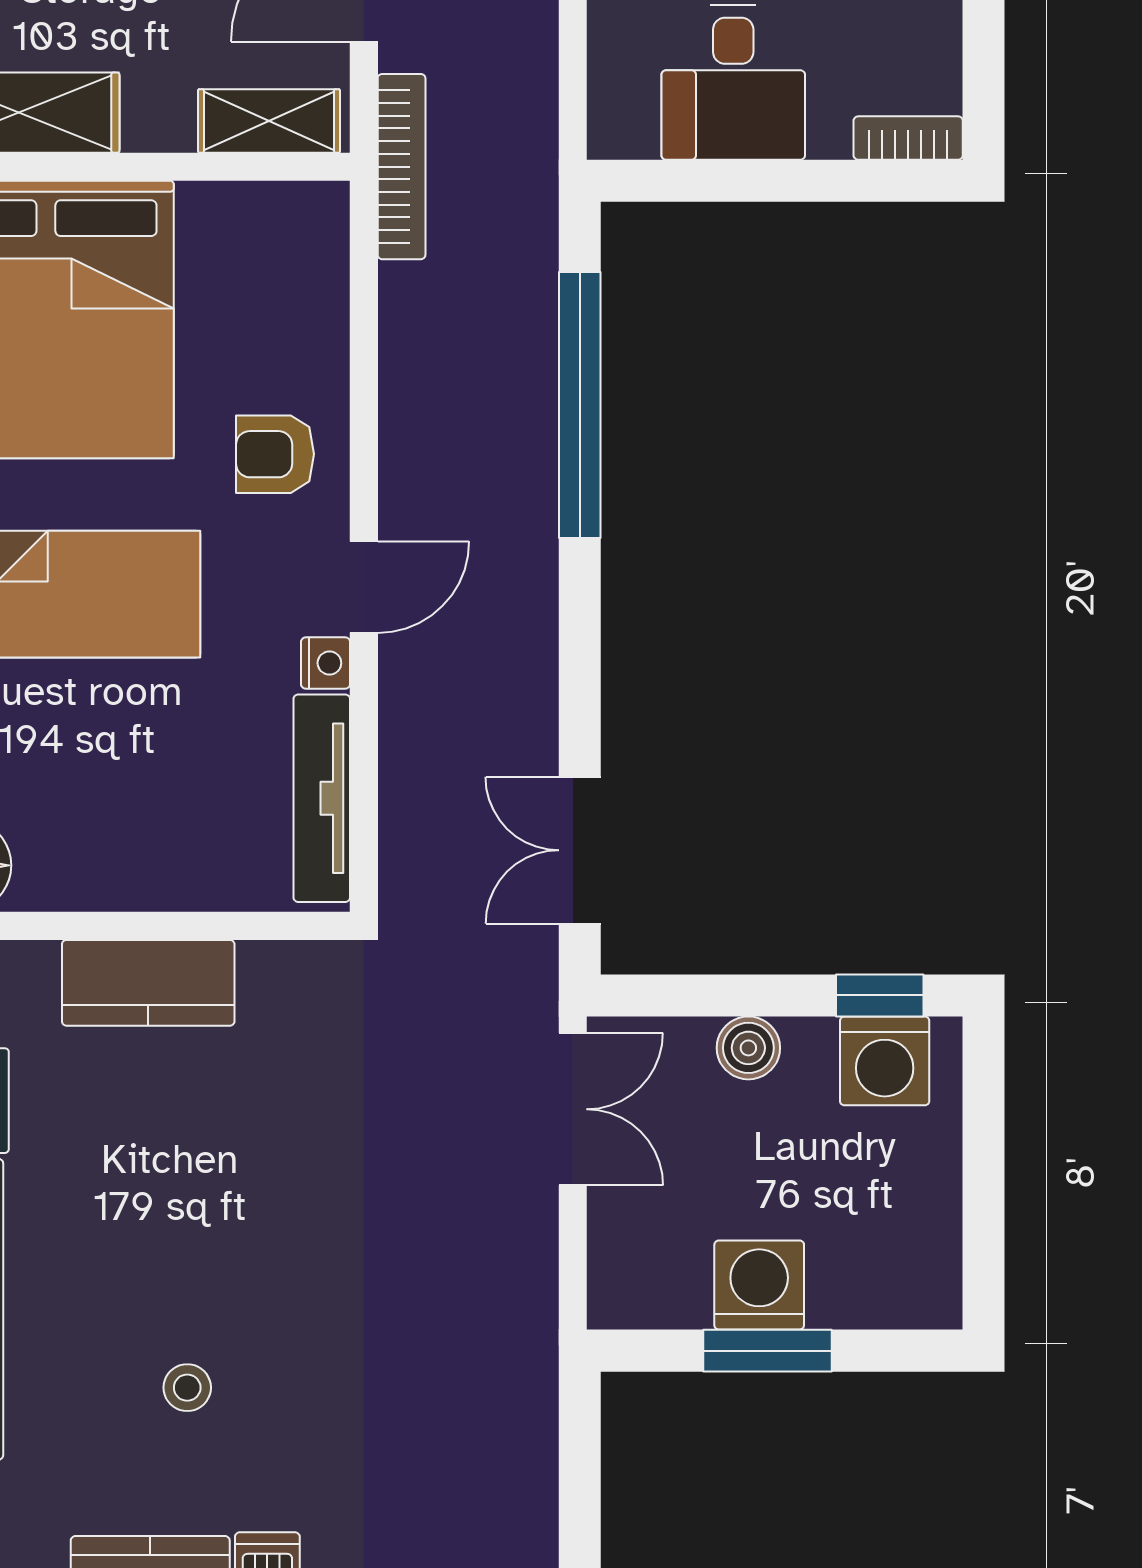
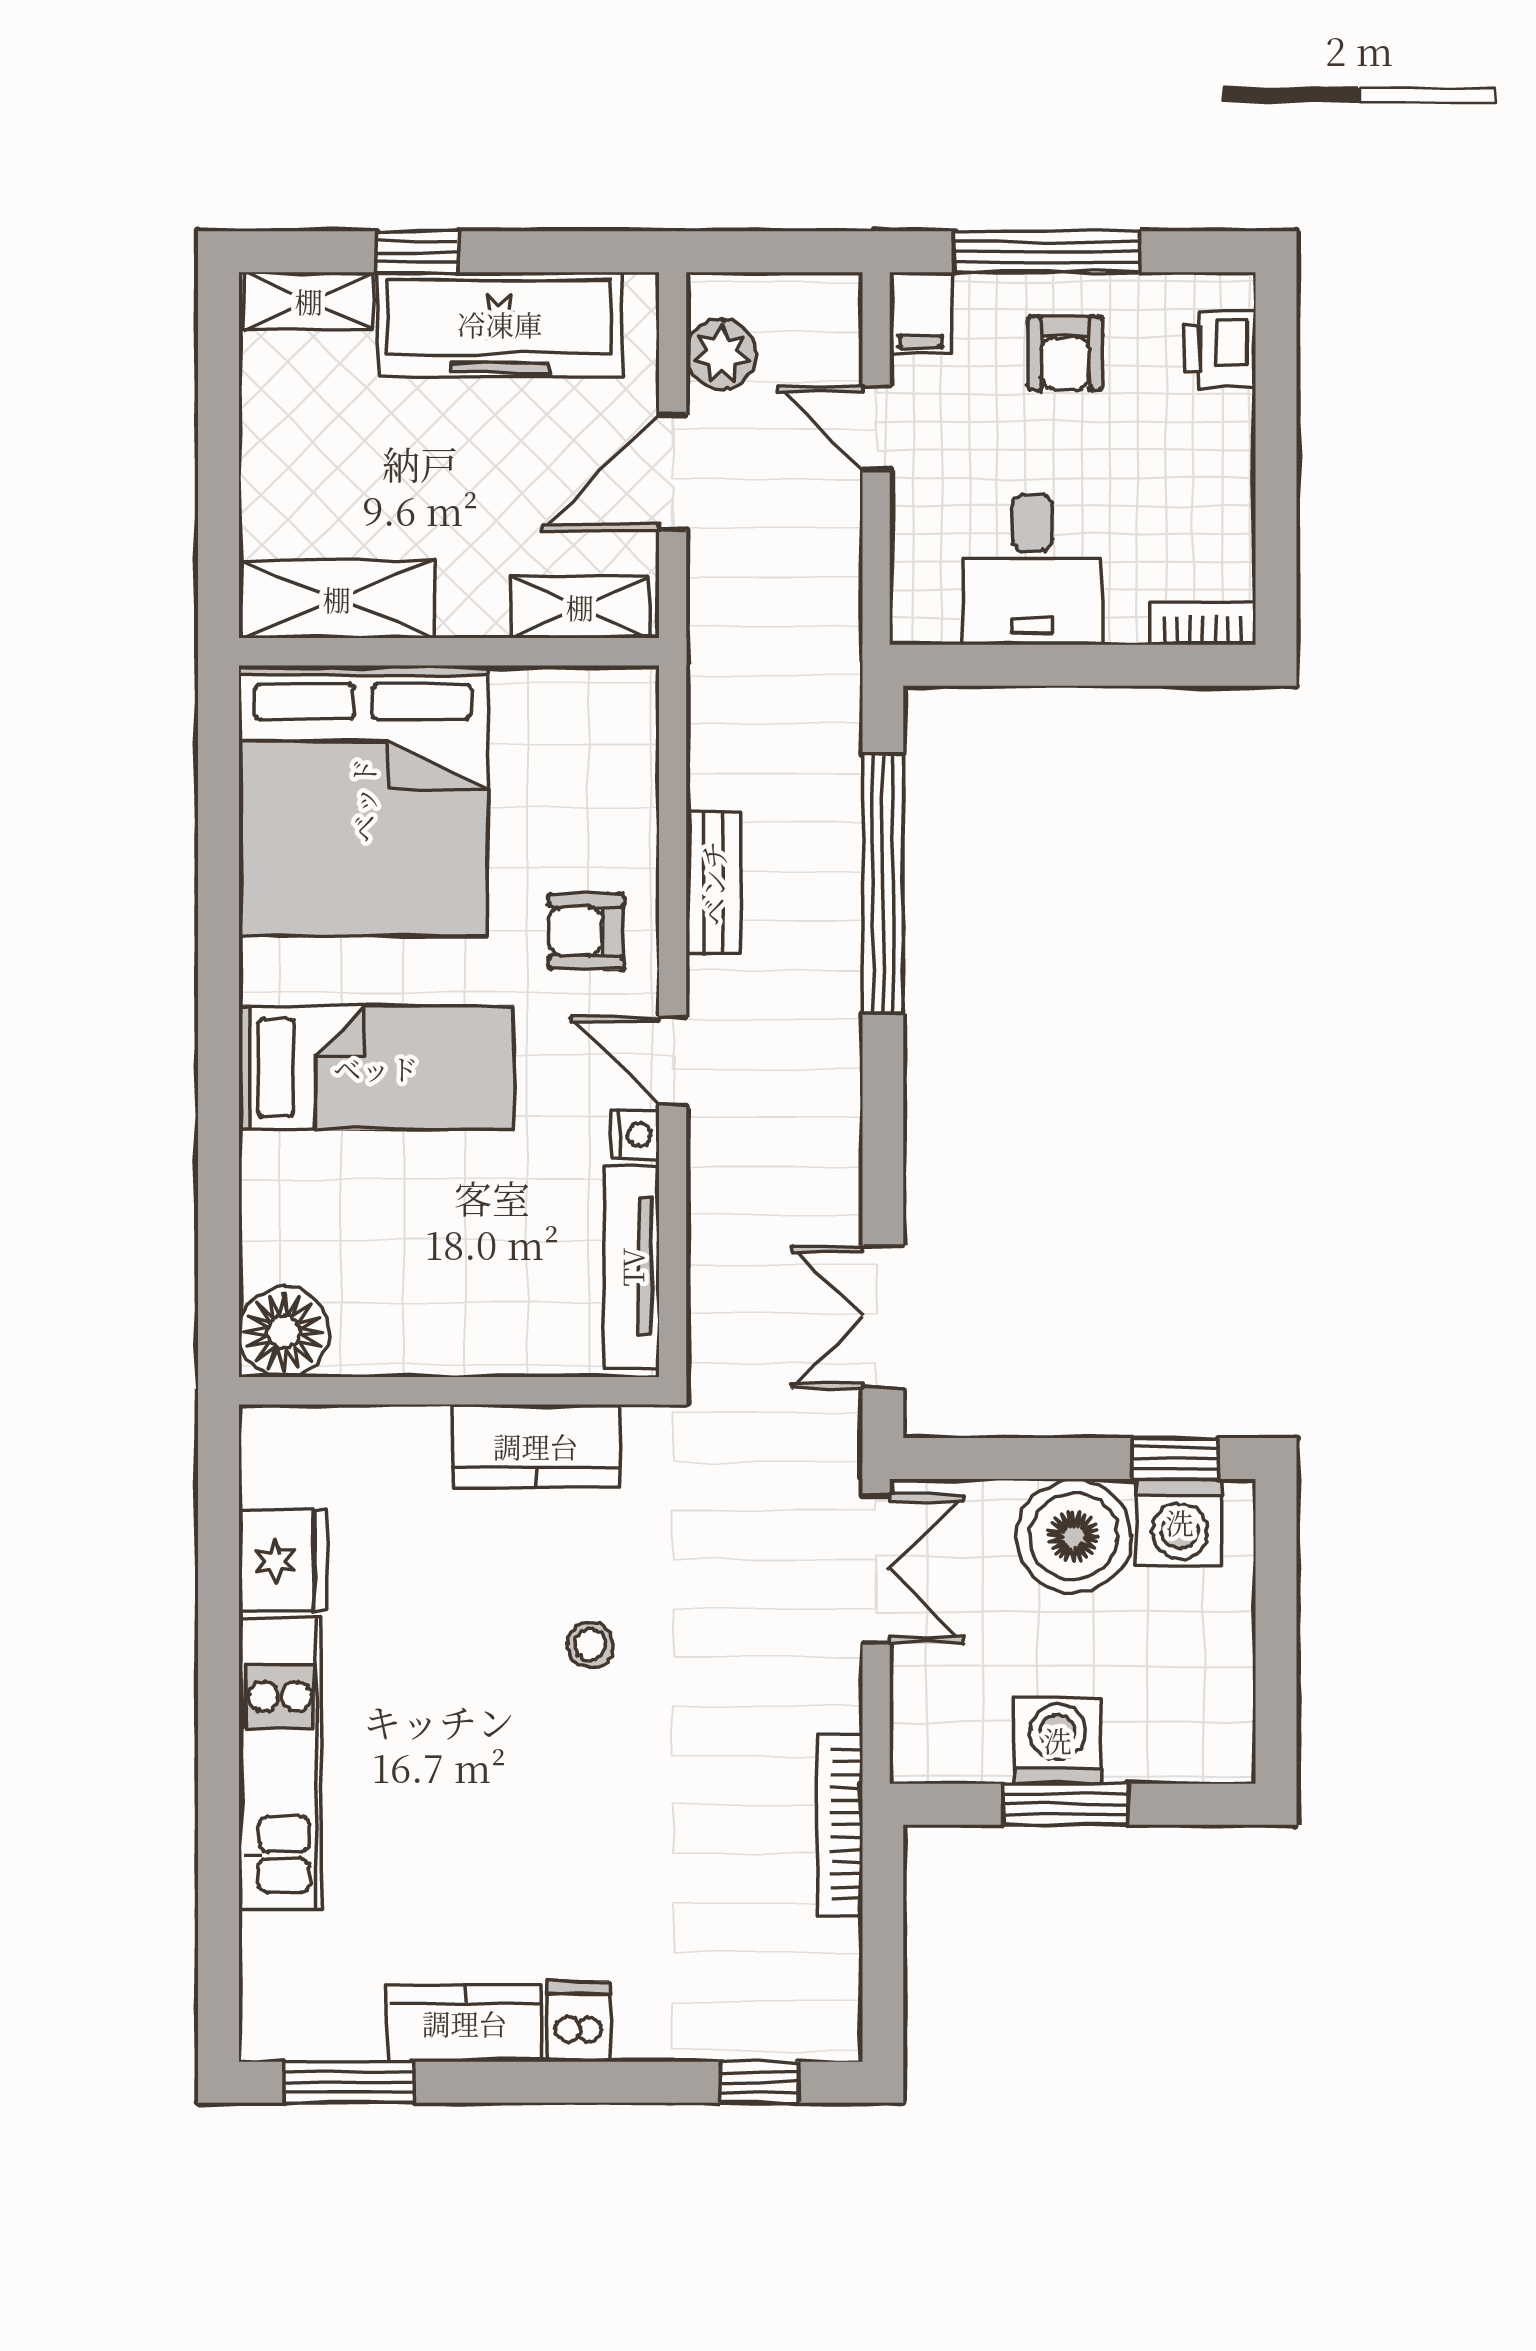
bookcase: (402, 167) -> (839, 1825), moved, turned 180
bench: (406, 404) -> (713, 883), added
door: (364, 587) -> (673, 1061), swing flipped
kitchen counter: (148, 983) -> (536, 1446), moved
boiler: (748, 1048) -> (1074, 1536), width x1.86, depth x1.86
stool: (187, 1388) -> (590, 1645), moved

